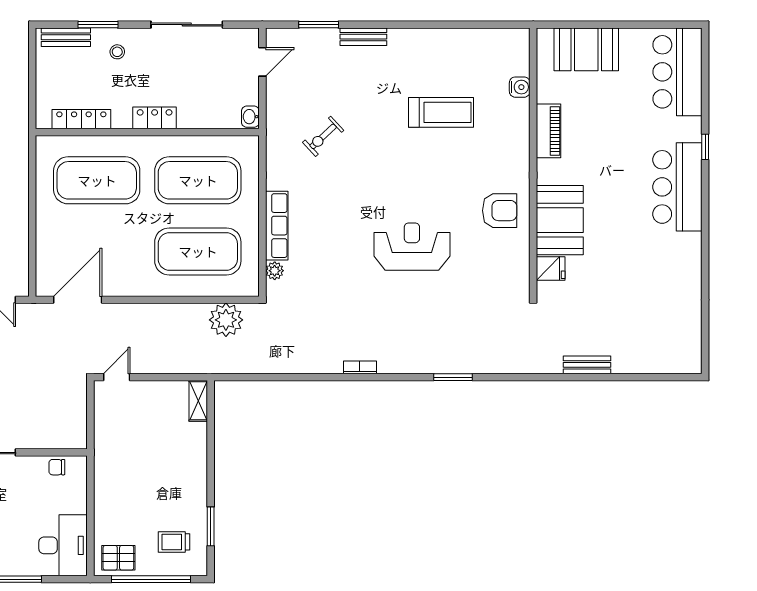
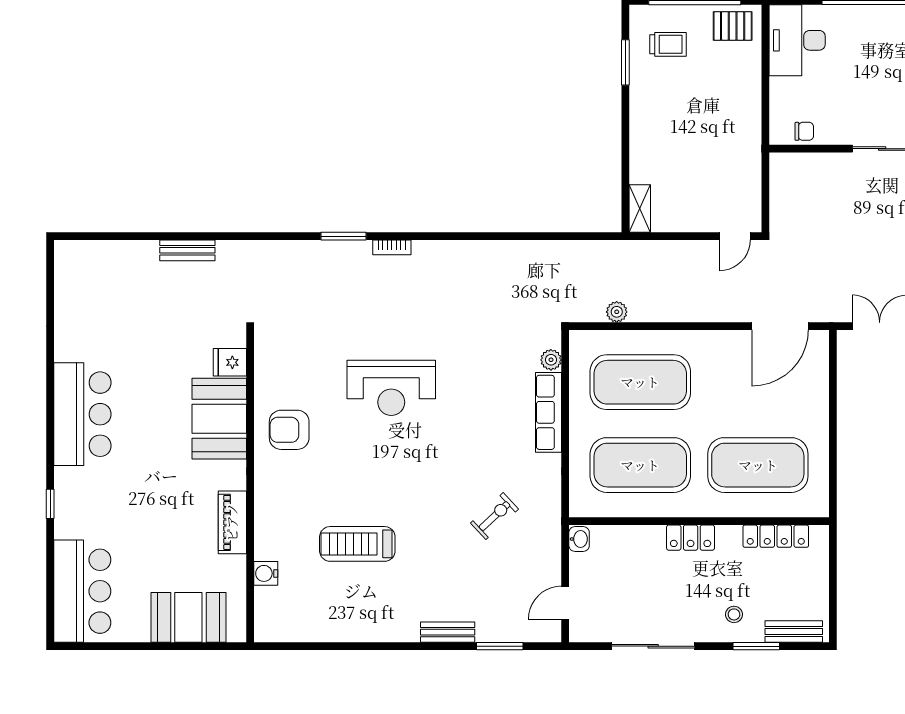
bar counter: (677, 187) -> (82, 414), moved
plant: (226, 320) -> (617, 312), width x0.53, depth x0.53
bookcase: (360, 367) -> (392, 247), moved

